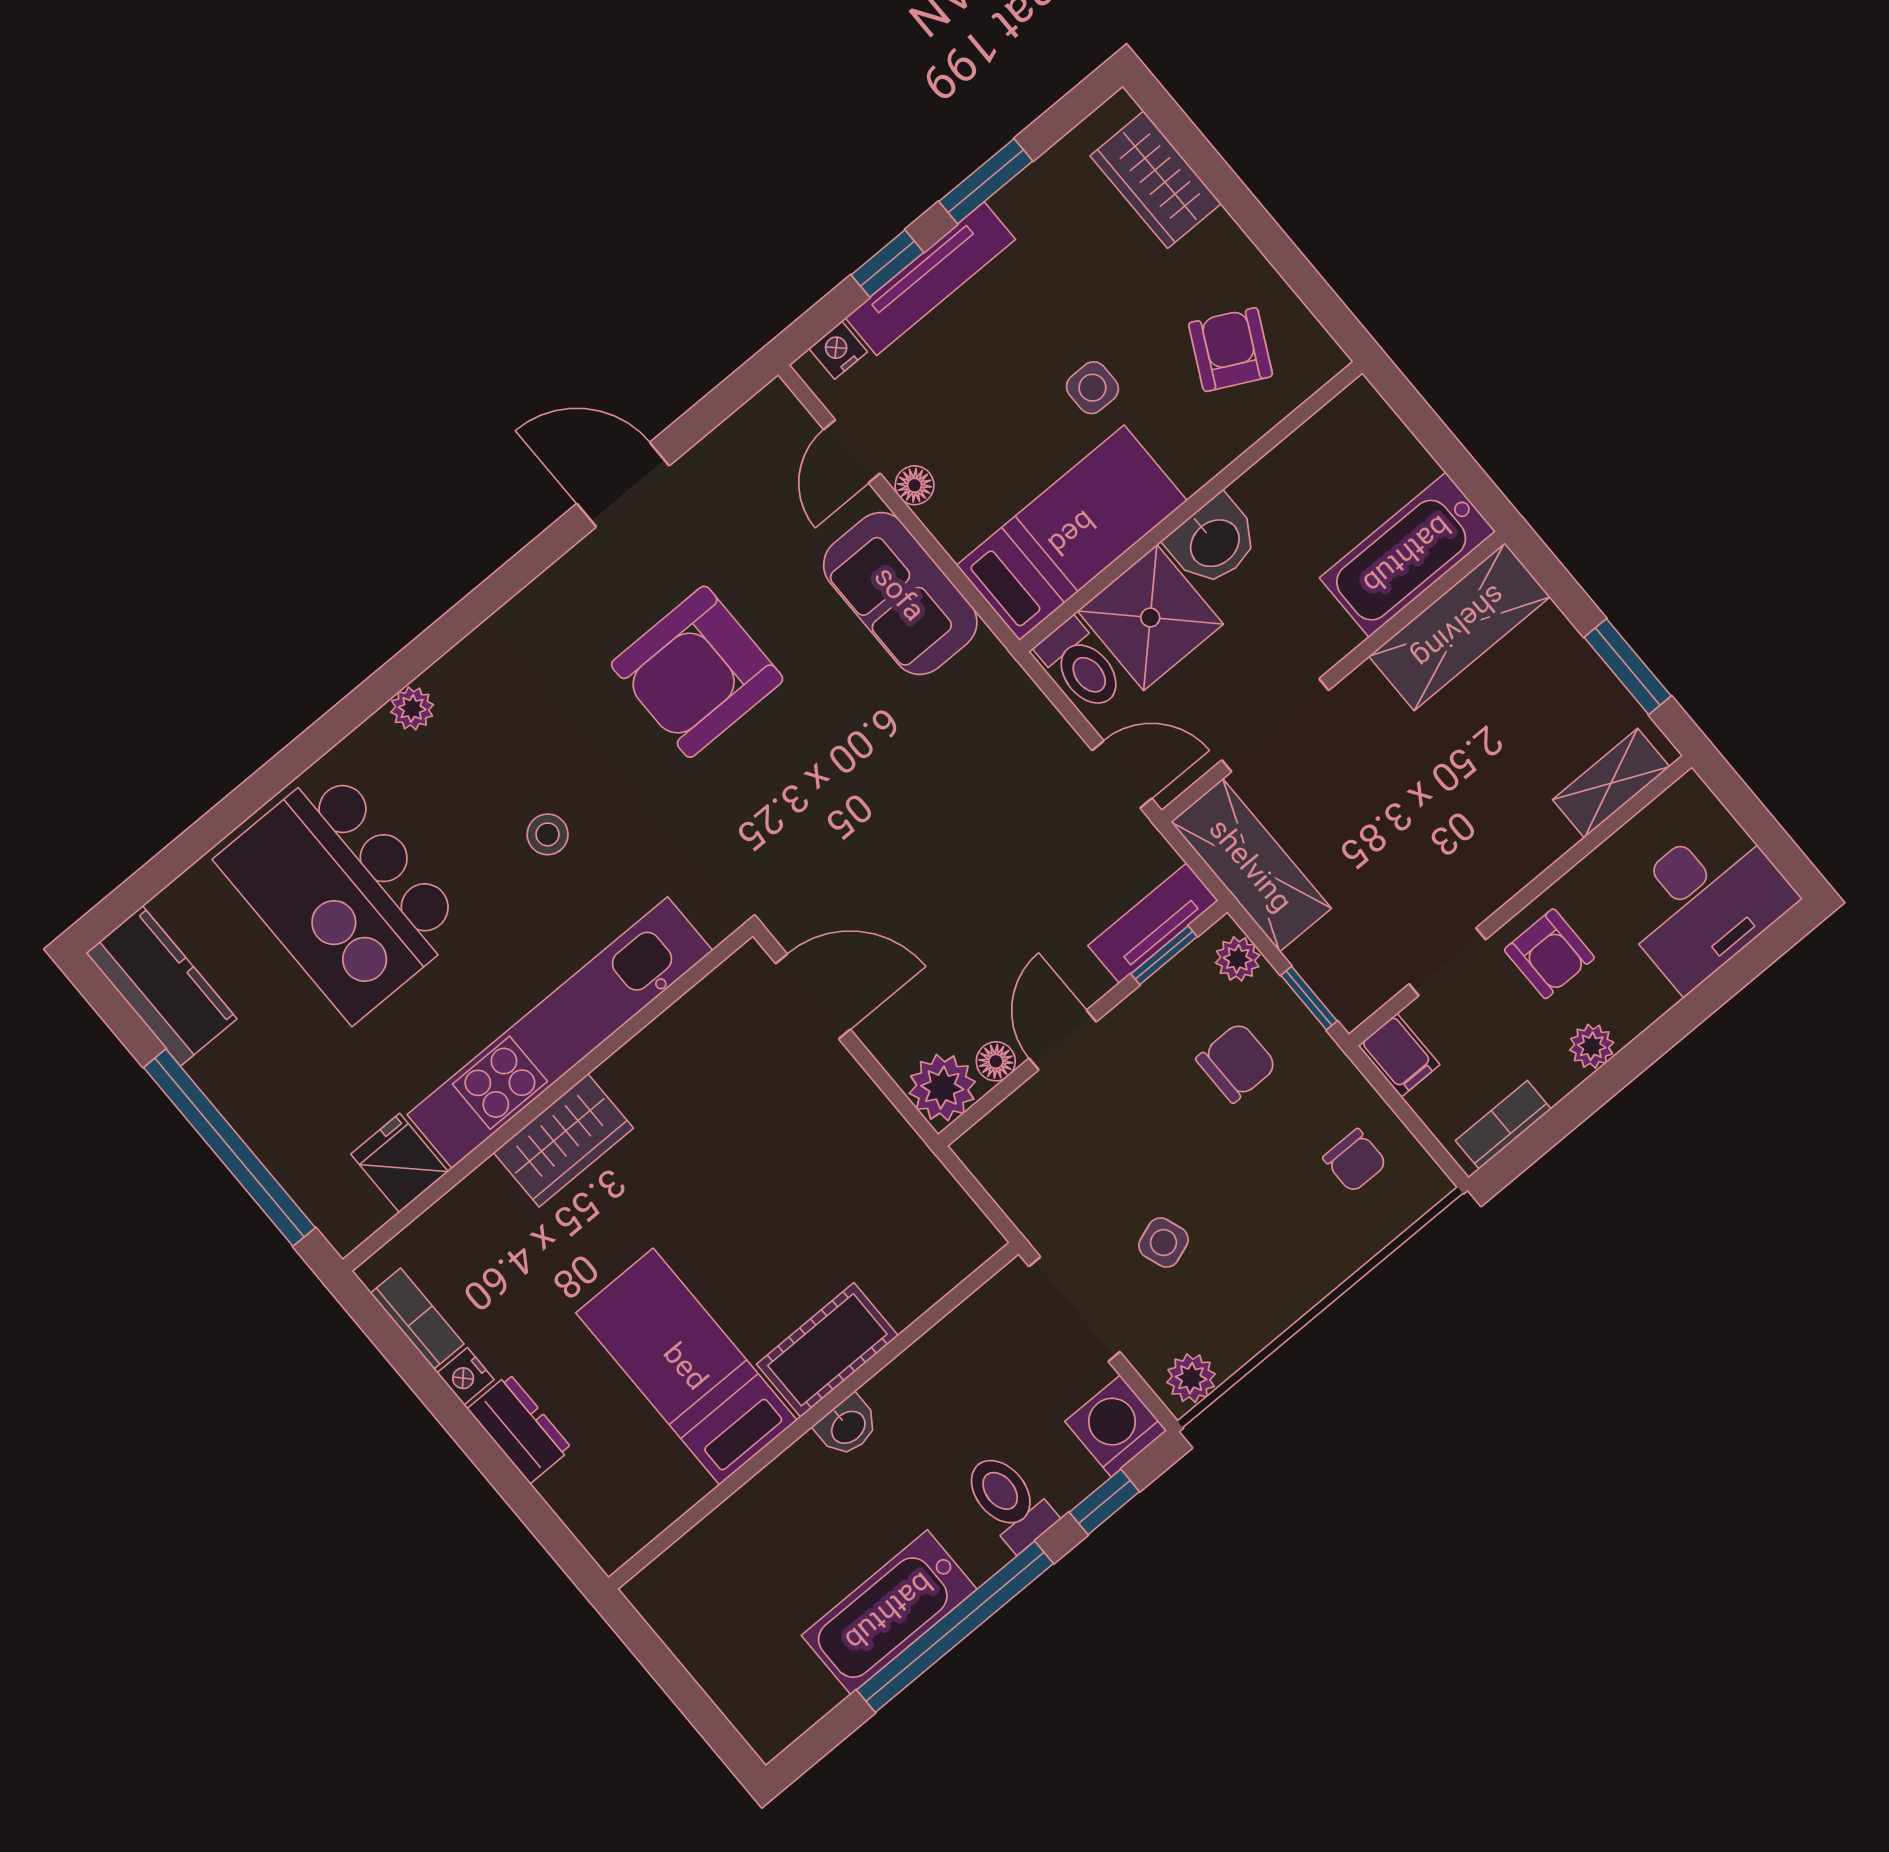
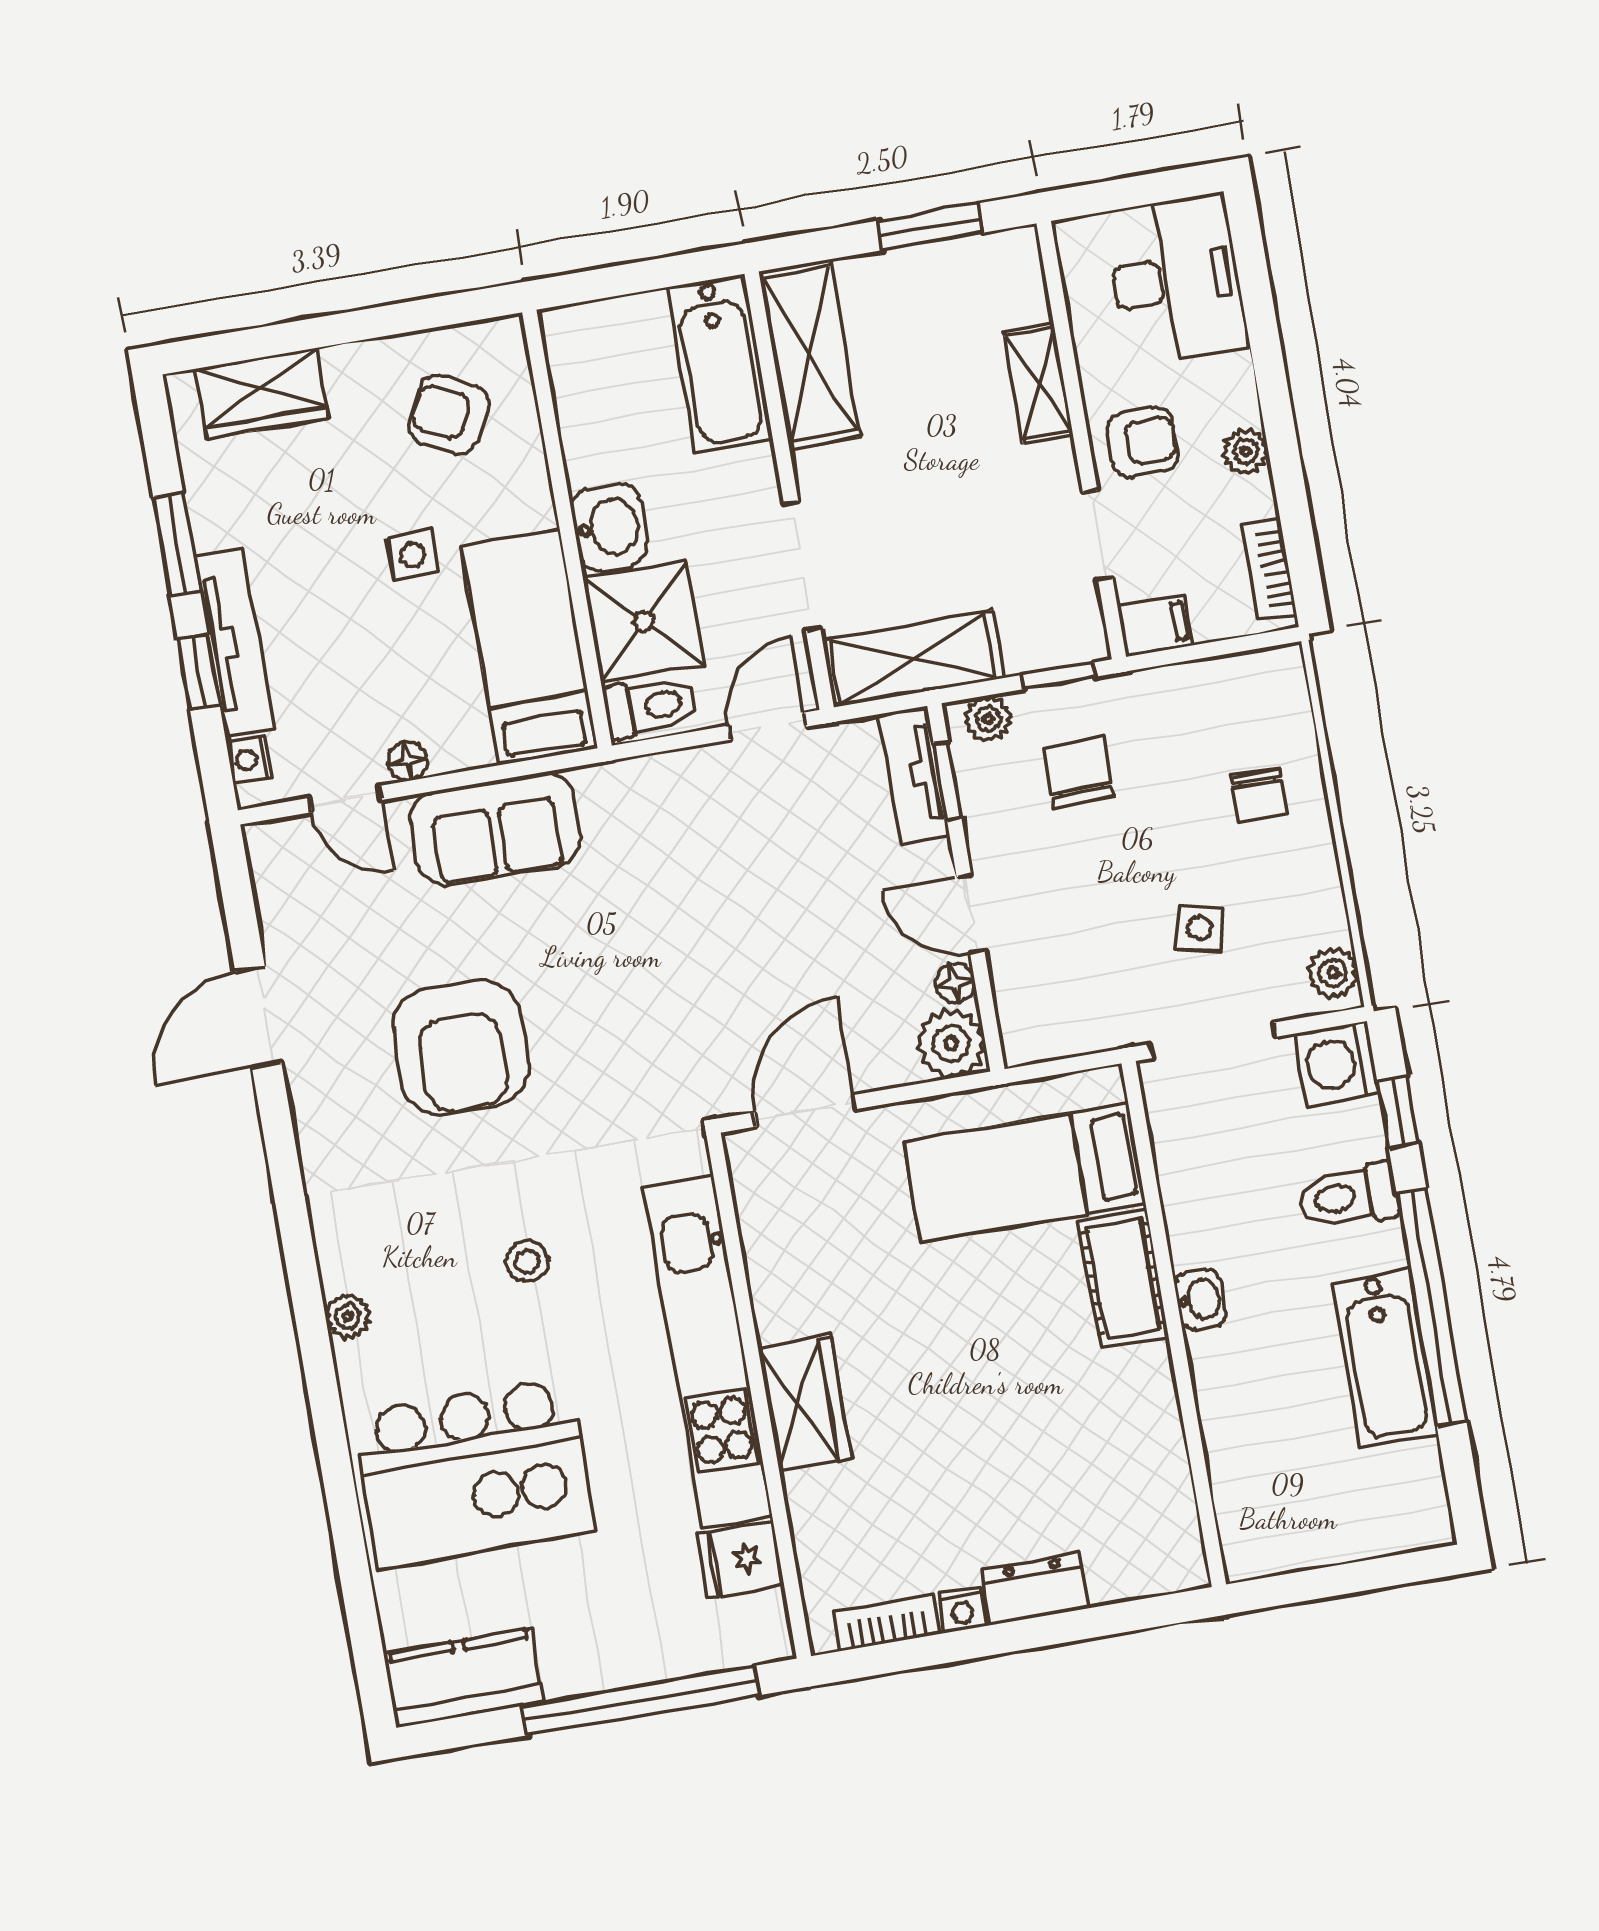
shelving: (1611, 783) -> (1038, 383), moved
chair: (1355, 1161) -> (1259, 796), moved, turned 90
side table: (1163, 1243) -> (1200, 928), turned 33
bed: (686, 1366) -> (1025, 1173), moved

